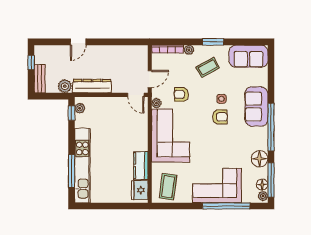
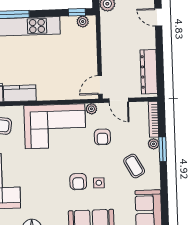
window: (213, 42) -> (163, 149), moved
dresser: (92, 86) -> (149, 72), moved, turned 180
armchair: (181, 94) -> (102, 137), turned 180

